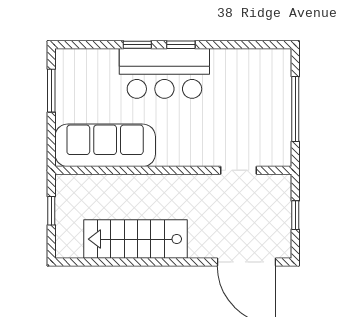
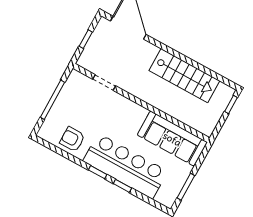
armchair: (239, 71) -> (72, 139), added
bar counter: (164, 73) -> (125, 166), width x1.36
window: (51, 211) -> (231, 104), moved

